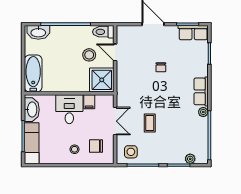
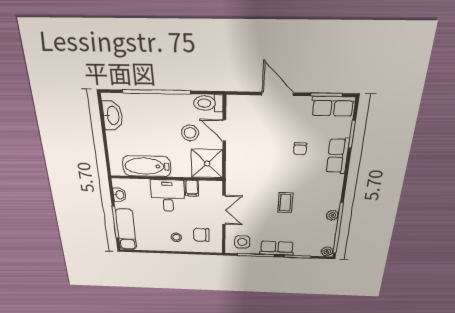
washbasin: (38, 32) -> (113, 116), moved, turned -90
chair: (161, 67) -> (300, 149), moved
bathtub: (33, 73) -> (147, 166), moved, turned -90
row of seats: (201, 91) -> (338, 156), moved
washbasin: (32, 110) -> (119, 195), width x0.52, depth x0.69
plant: (203, 112) -> (332, 215), moved
coffee table: (150, 123) -> (285, 203), moved
row of seats: (160, 157) -> (277, 248), added
plant: (190, 159) -> (327, 252), moved

